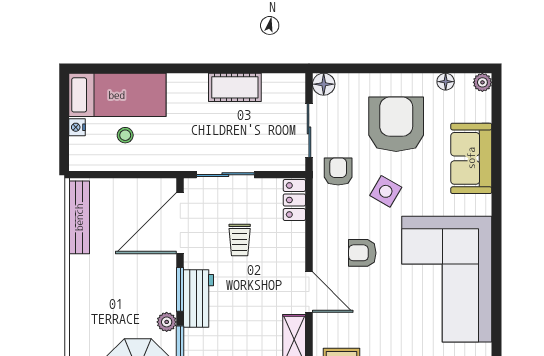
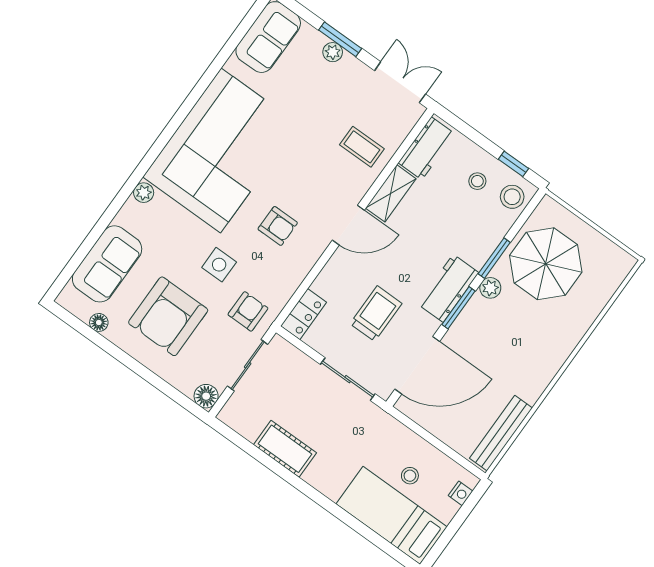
plant: (482, 82) -> (144, 193), moved
nightstand: (77, 127) -> (461, 493), moved
sofa: (471, 158) -> (107, 264), moved
armchair: (338, 172) -> (248, 311), turned 180
side table: (386, 191) -> (219, 265), turned -30
trolley: (240, 240) -> (376, 314), width x1.36, depth x1.39
door: (309, 292) -> (348, 225), swing flipped

